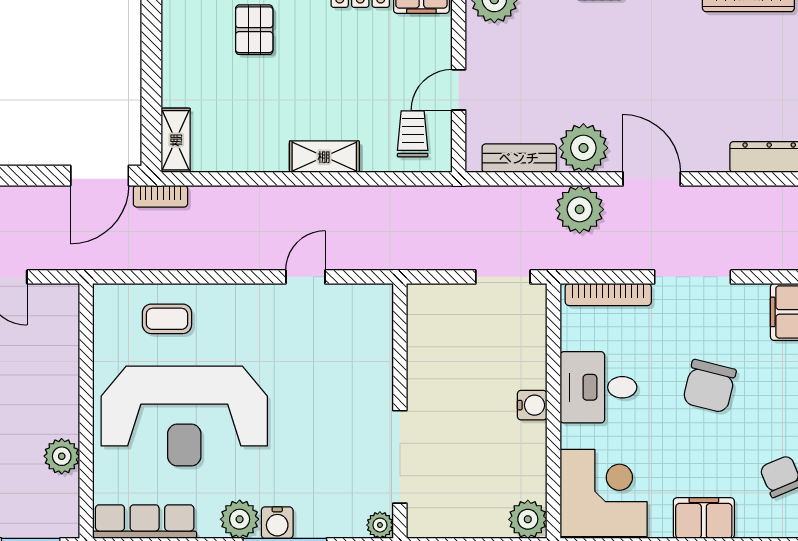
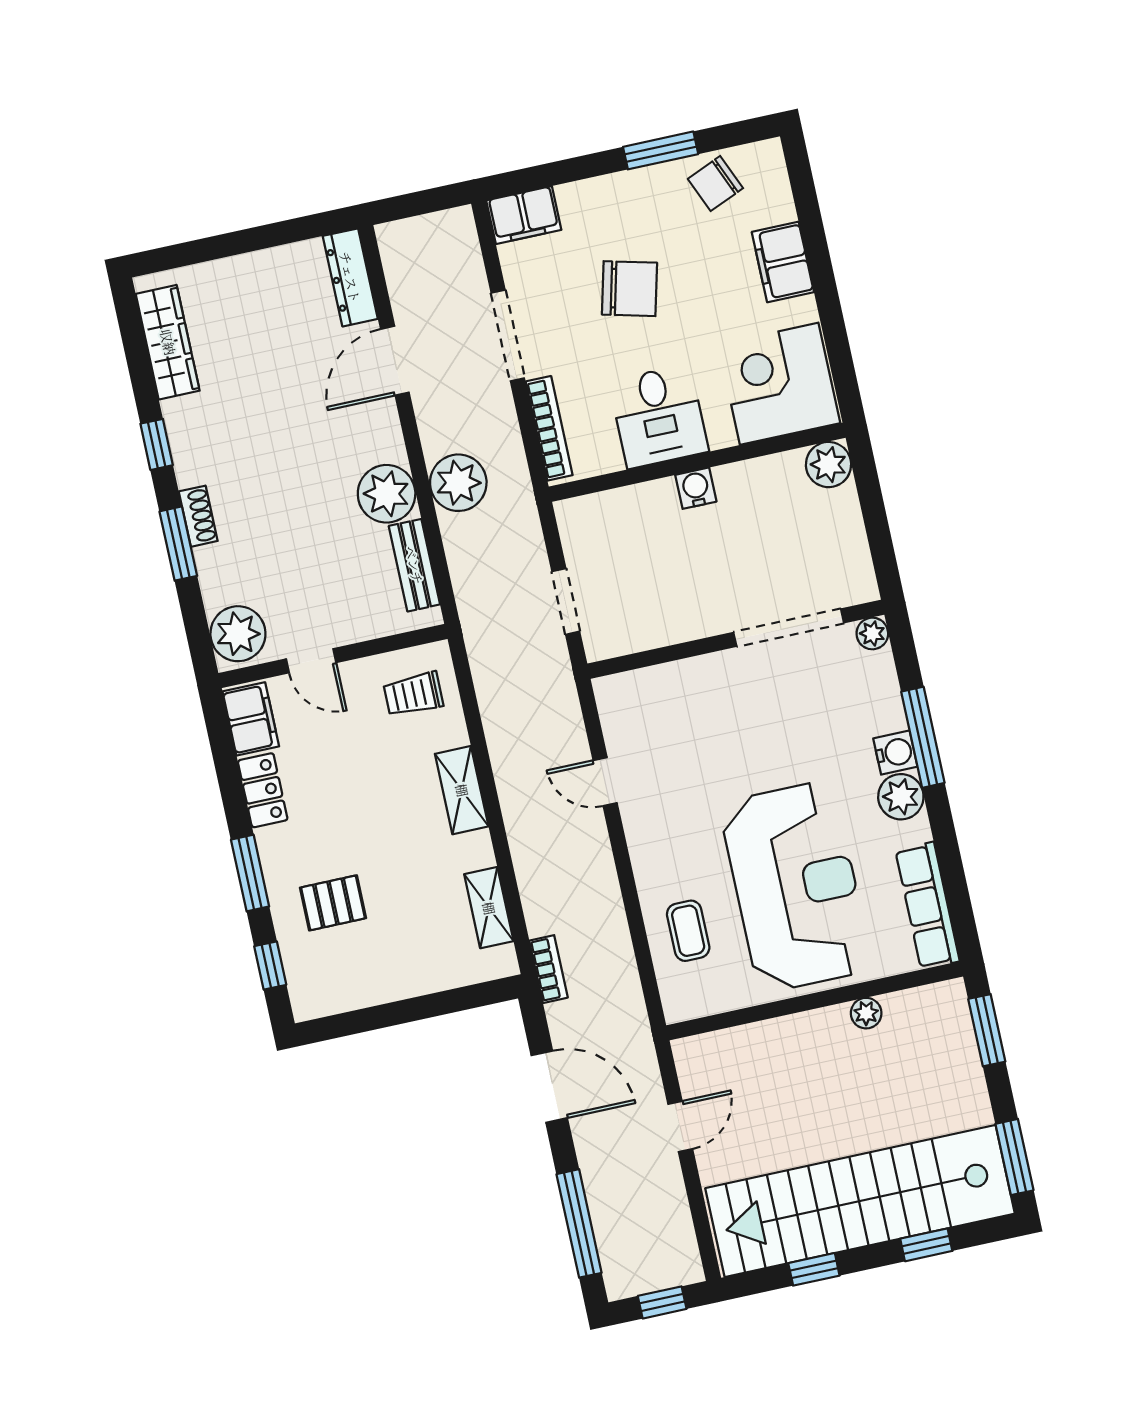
door: (459, 90) -> (311, 661), moved
shelving: (176, 140) -> (489, 908), moved, turned 90
door: (100, 176) -> (549, 1087), moved
door: (652, 179) -> (395, 361), moved
doorway: (503, 277) -> (566, 601), moved
plant: (62, 456) -> (866, 1013), width x0.73, depth x0.73

